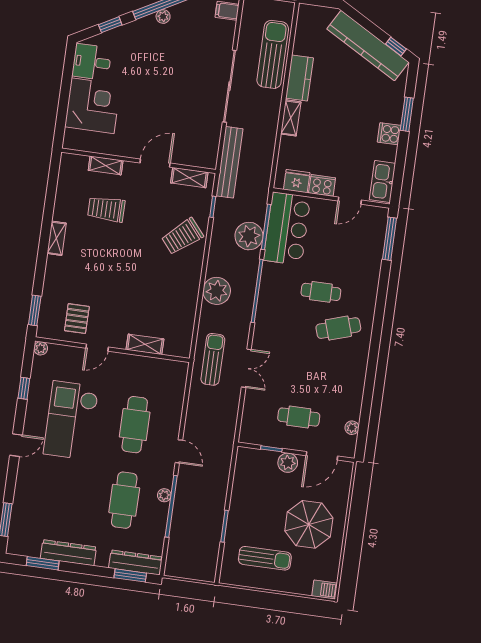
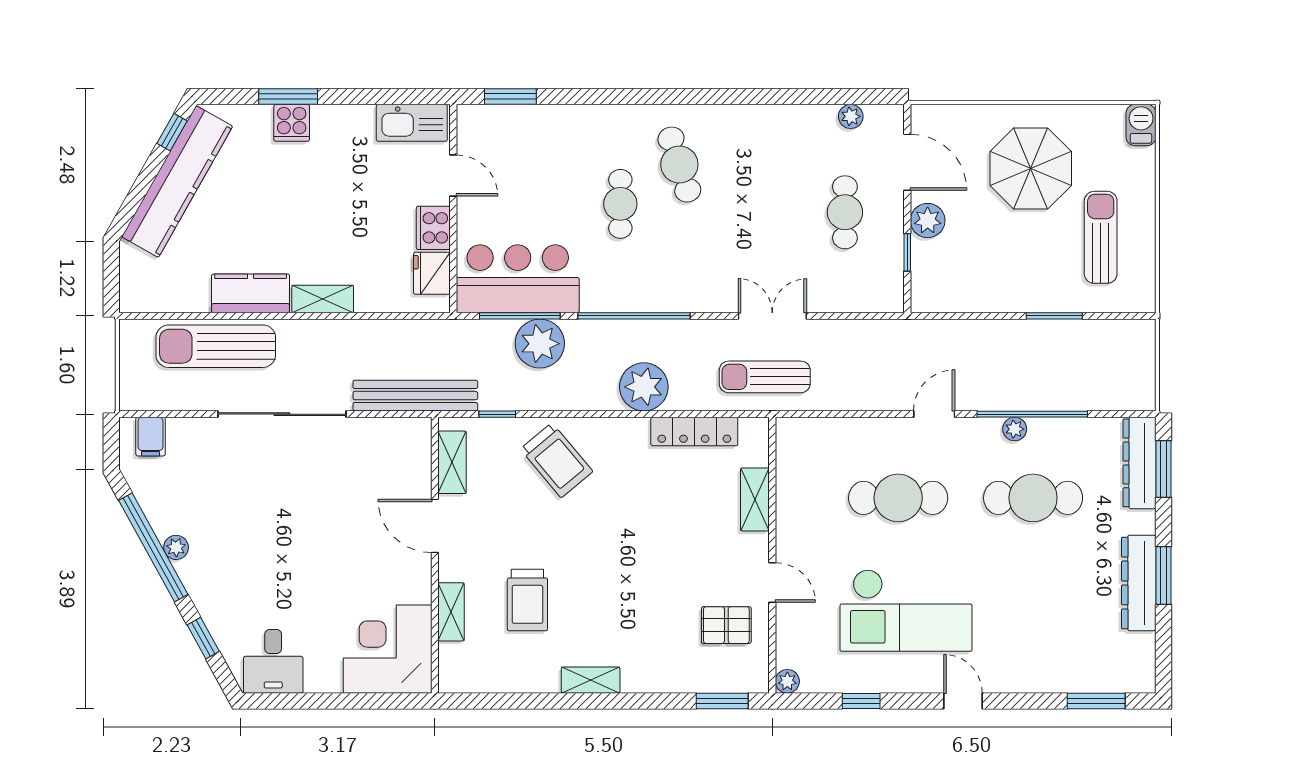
corner desk: (93, 106) -> (388, 649), moved
cooker: (389, 134) -> (292, 123), moved
window: (390, 239) -> (510, 97), width x0.69
locker: (188, 316) -> (694, 432), added
window: (43, 563) -> (1163, 575), moved

